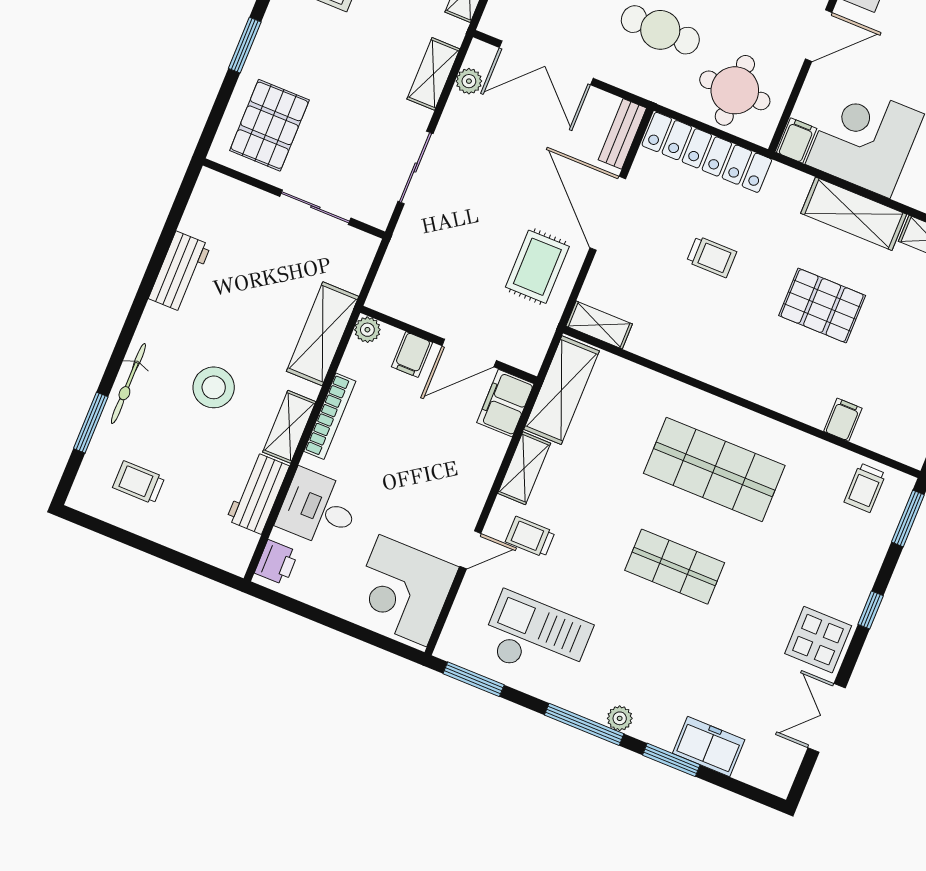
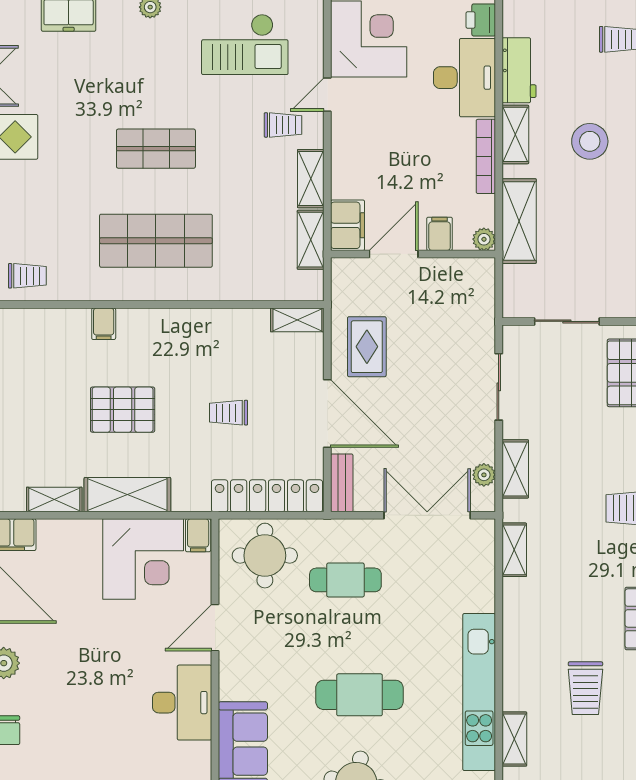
shelving: (562, 390) -> (311, 240), width x0.67, depth x0.75
filing cabinet: (843, 420) -> (104, 324), moved
trolley: (865, 488) -> (27, 276), turned 90
desk: (318, 509) -> (464, 78), width x1.37

